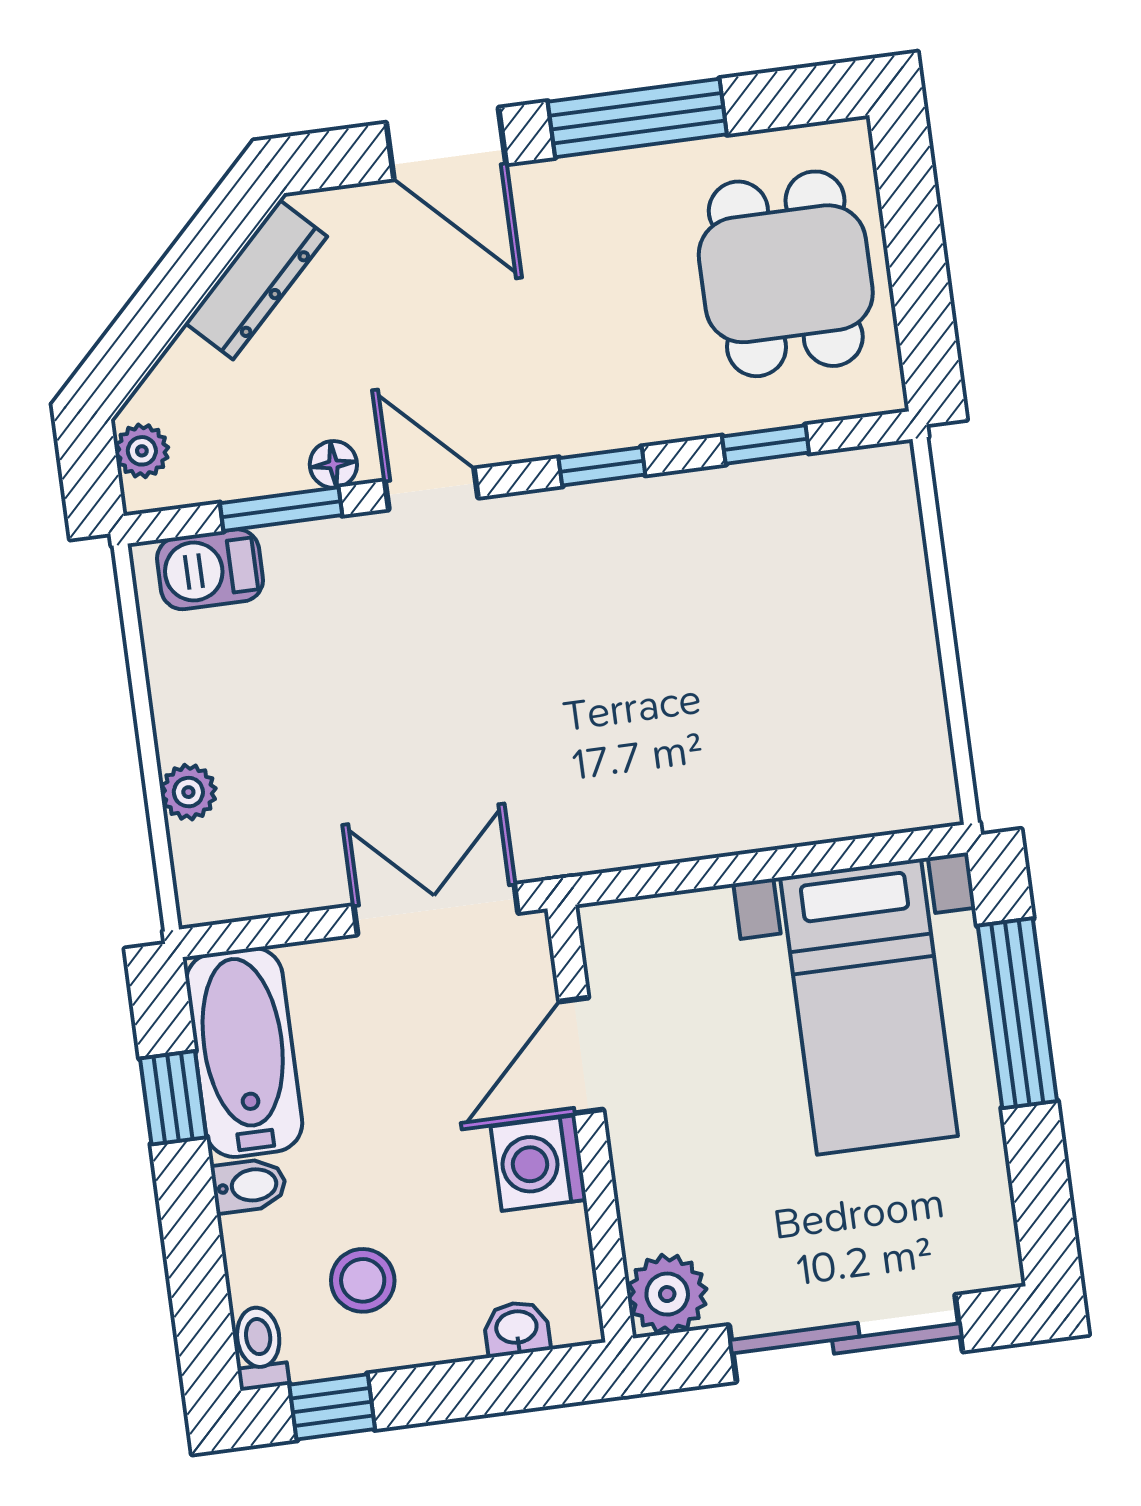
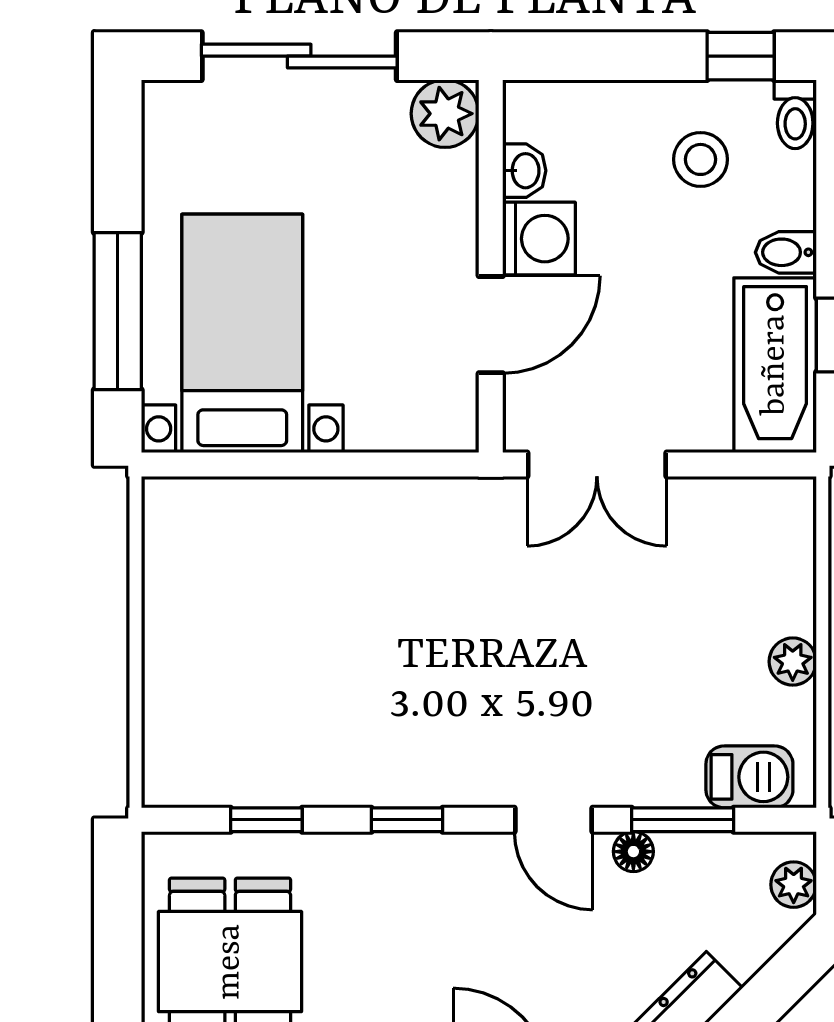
plant: (188, 792) -> (793, 662), moved
washbasin: (517, 1329) -> (524, 171), moved, turned -90

